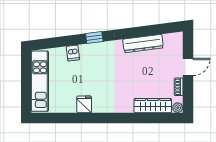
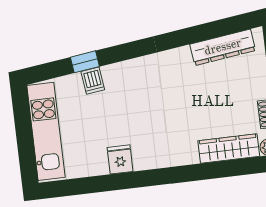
window: (94, 38) -> (85, 62), moved
dresser: (143, 44) -> (223, 47), moved

